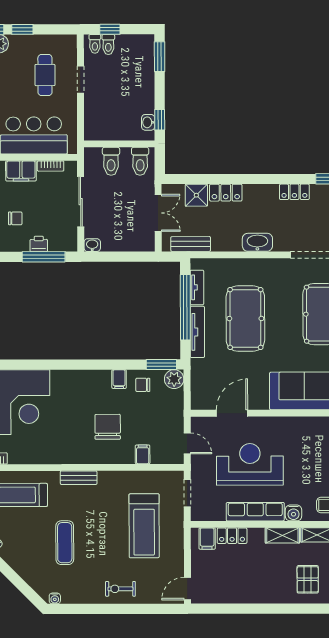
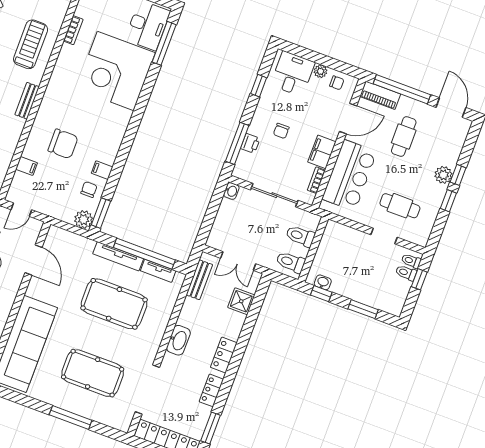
window: (160, 57) -> (363, 309), moved
locker: (226, 193) -> (224, 355), moved

